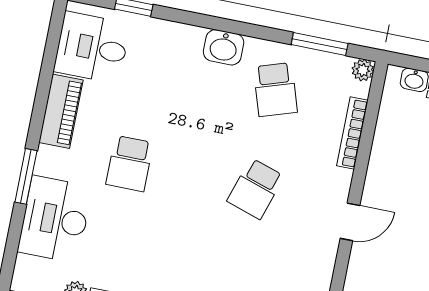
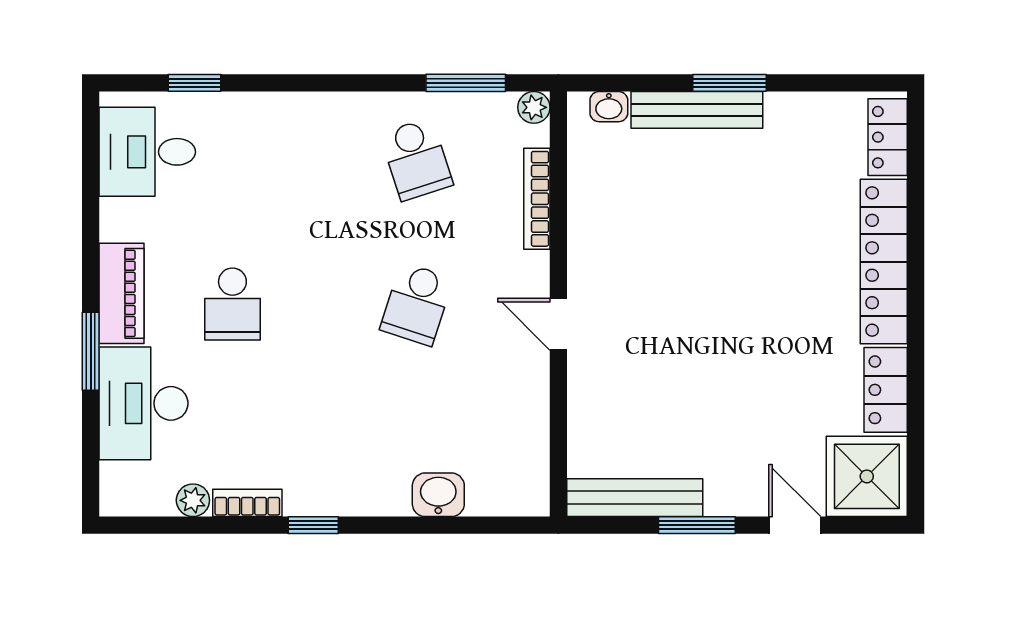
washbasin: (224, 47) -> (332, 114), removed
piano: (61, 111) -> (122, 293), moved
door: (350, 222) -> (558, 324), swing flipped

